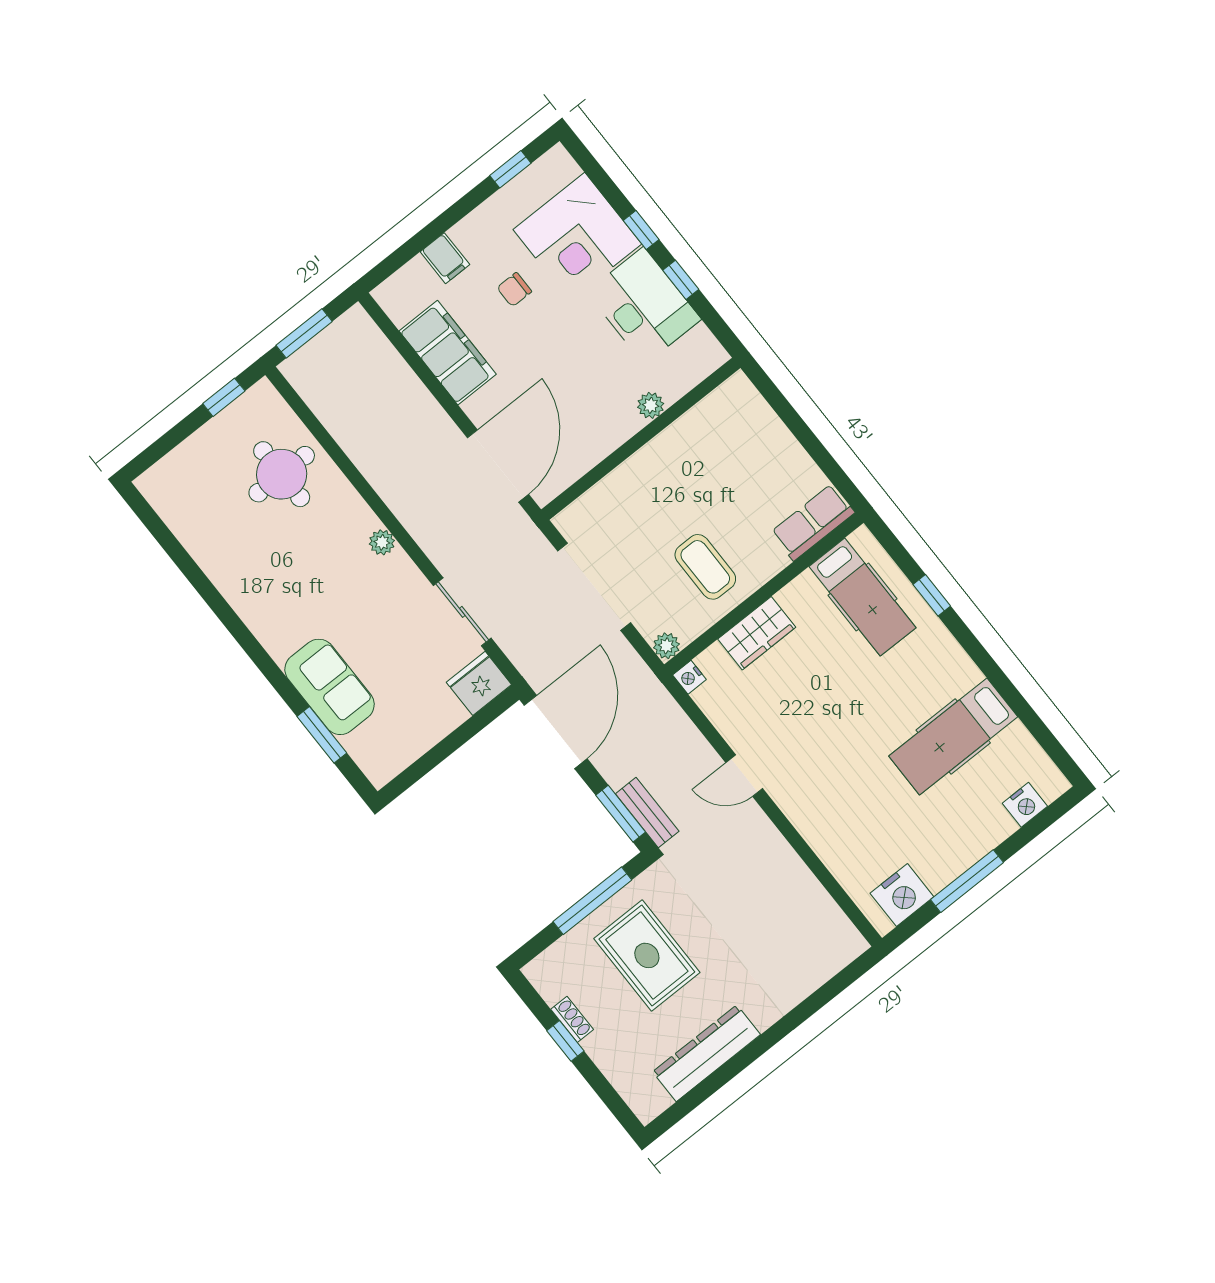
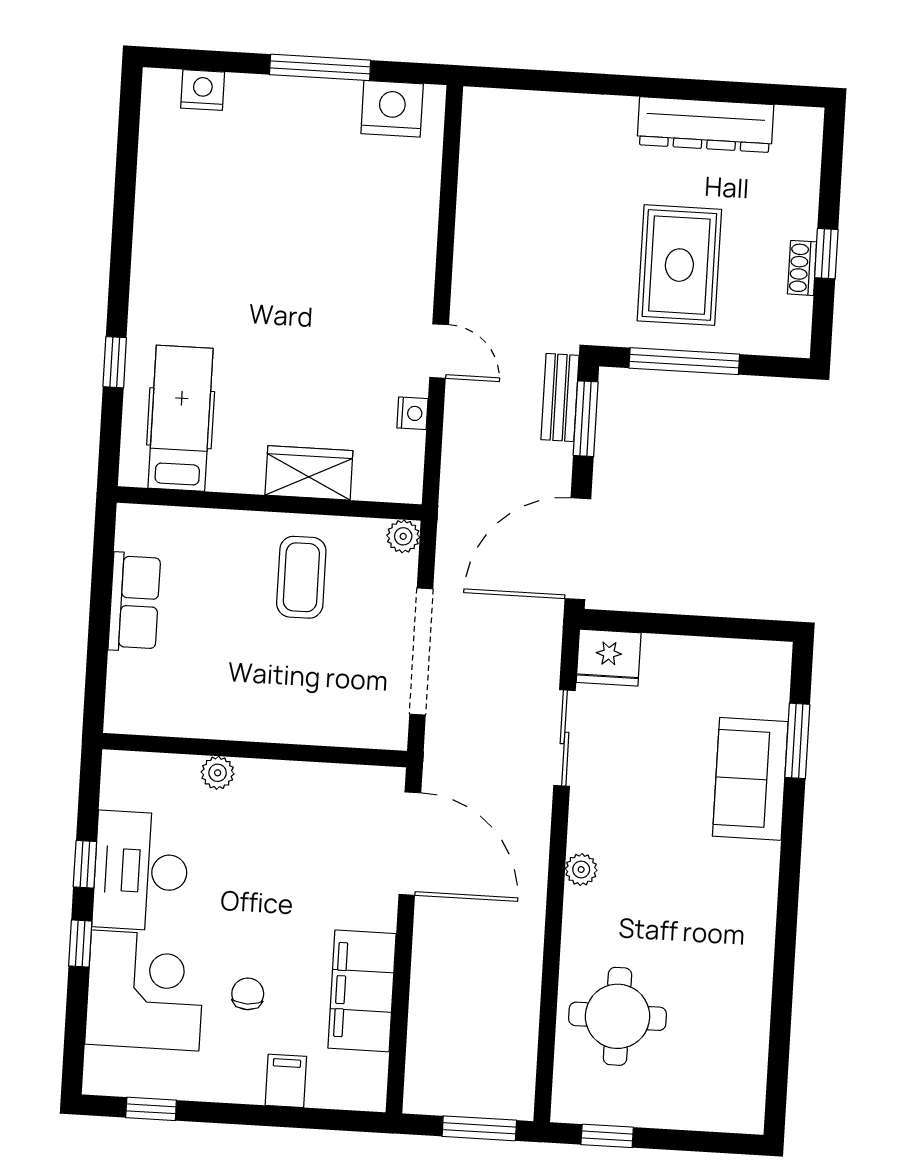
chair: (514, 290) -> (248, 994), turned -90
door: (498, 466) -> (410, 844), swing flipped
row of seats: (813, 522) -> (134, 602), moved, turned -90
nightstand: (689, 677) -> (412, 413), moved
hospital bed: (953, 736) -> (212, 213), removed

